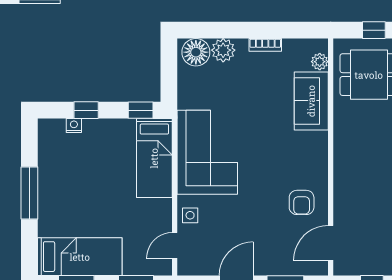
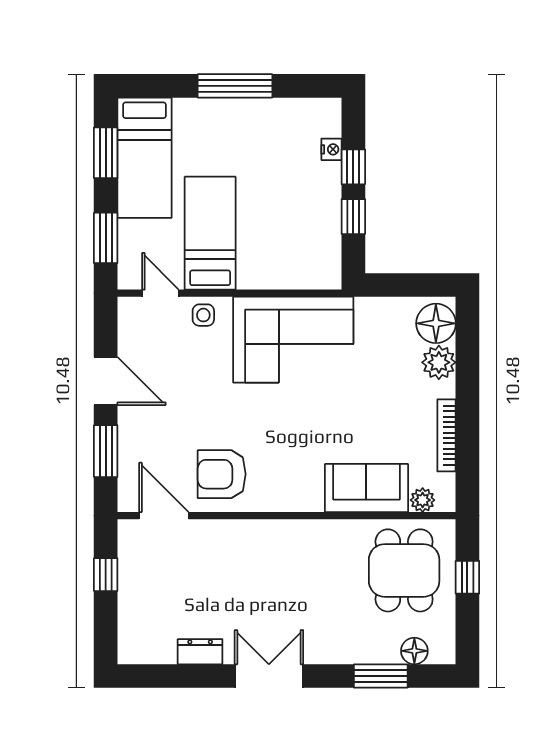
bookcase: (265, 45) -> (447, 435), width x1.56
window: (141, 110) -> (353, 217), moved
bed: (154, 158) -> (210, 233), moved, turned 90
armchair: (302, 202) -> (222, 474), width x1.38, depth x1.38

